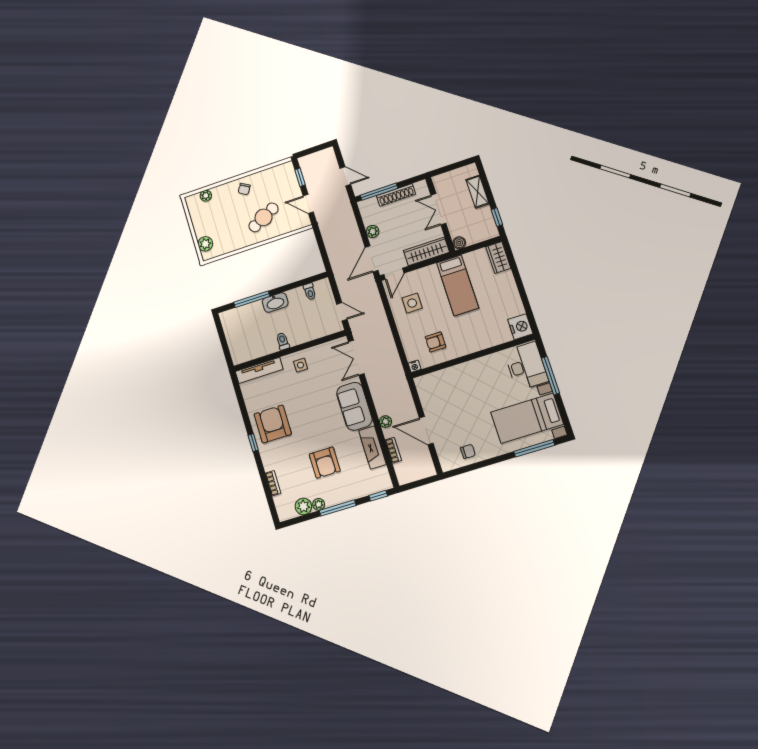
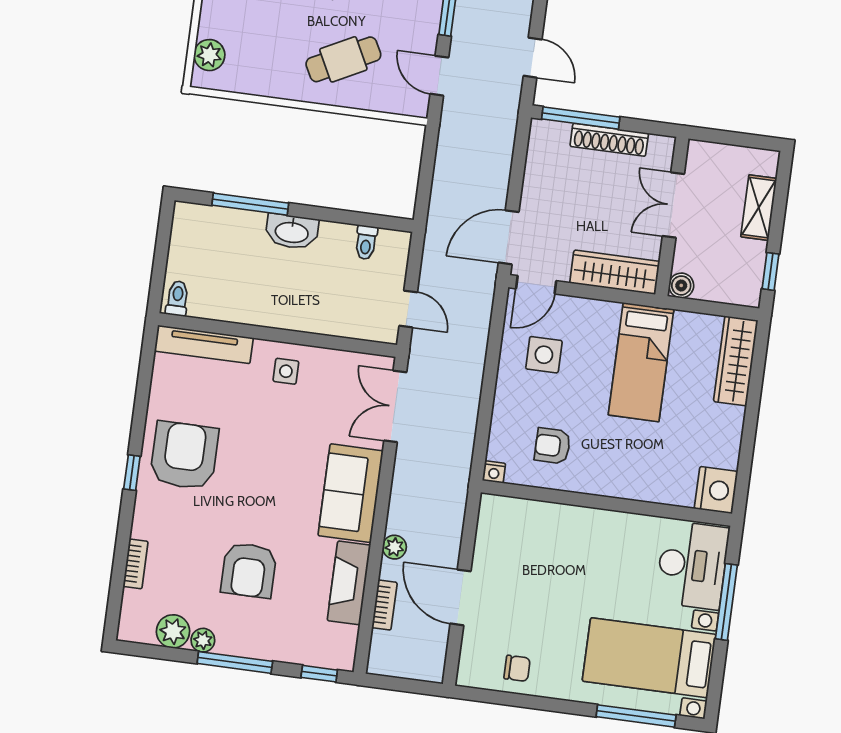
plant: (373, 231) -> (534, 187), removed
wardrobe: (498, 258) -> (736, 361), width x1.50
toilet: (283, 341) -> (177, 298), moved

